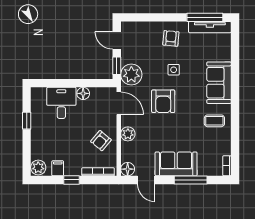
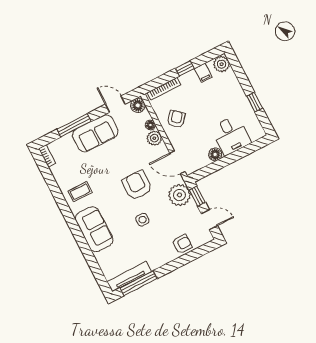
armchair: (171, 38) -> (182, 244), moved, turned -95
floor lamp: (125, 147) -> (150, 125), added

